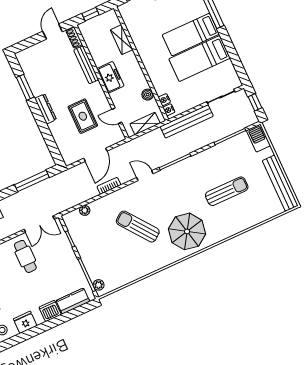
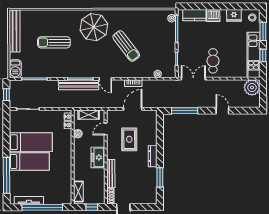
shelving: (122, 40) -> (78, 192), moved
door: (117, 116) -> (106, 129), swing flipped
bench: (187, 121) -> (79, 85), moved

